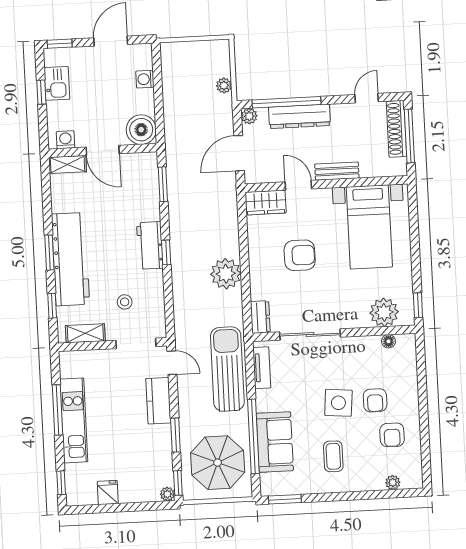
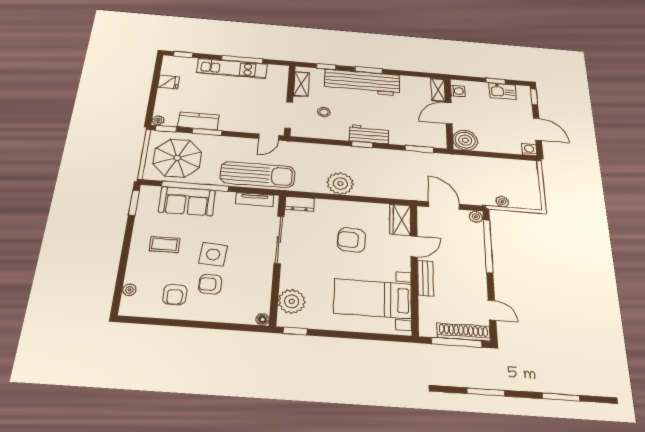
washing machine: (145, 79) -> (529, 150), moved
dresser: (299, 116) -> (476, 255), removed
armchair: (300, 255) -> (351, 240), turned 93
floor lamp: (389, 341) -> (263, 319), moved
kitchen counter: (158, 401) -> (198, 121), moved
armchair: (392, 435) -> (175, 295), turned -90

